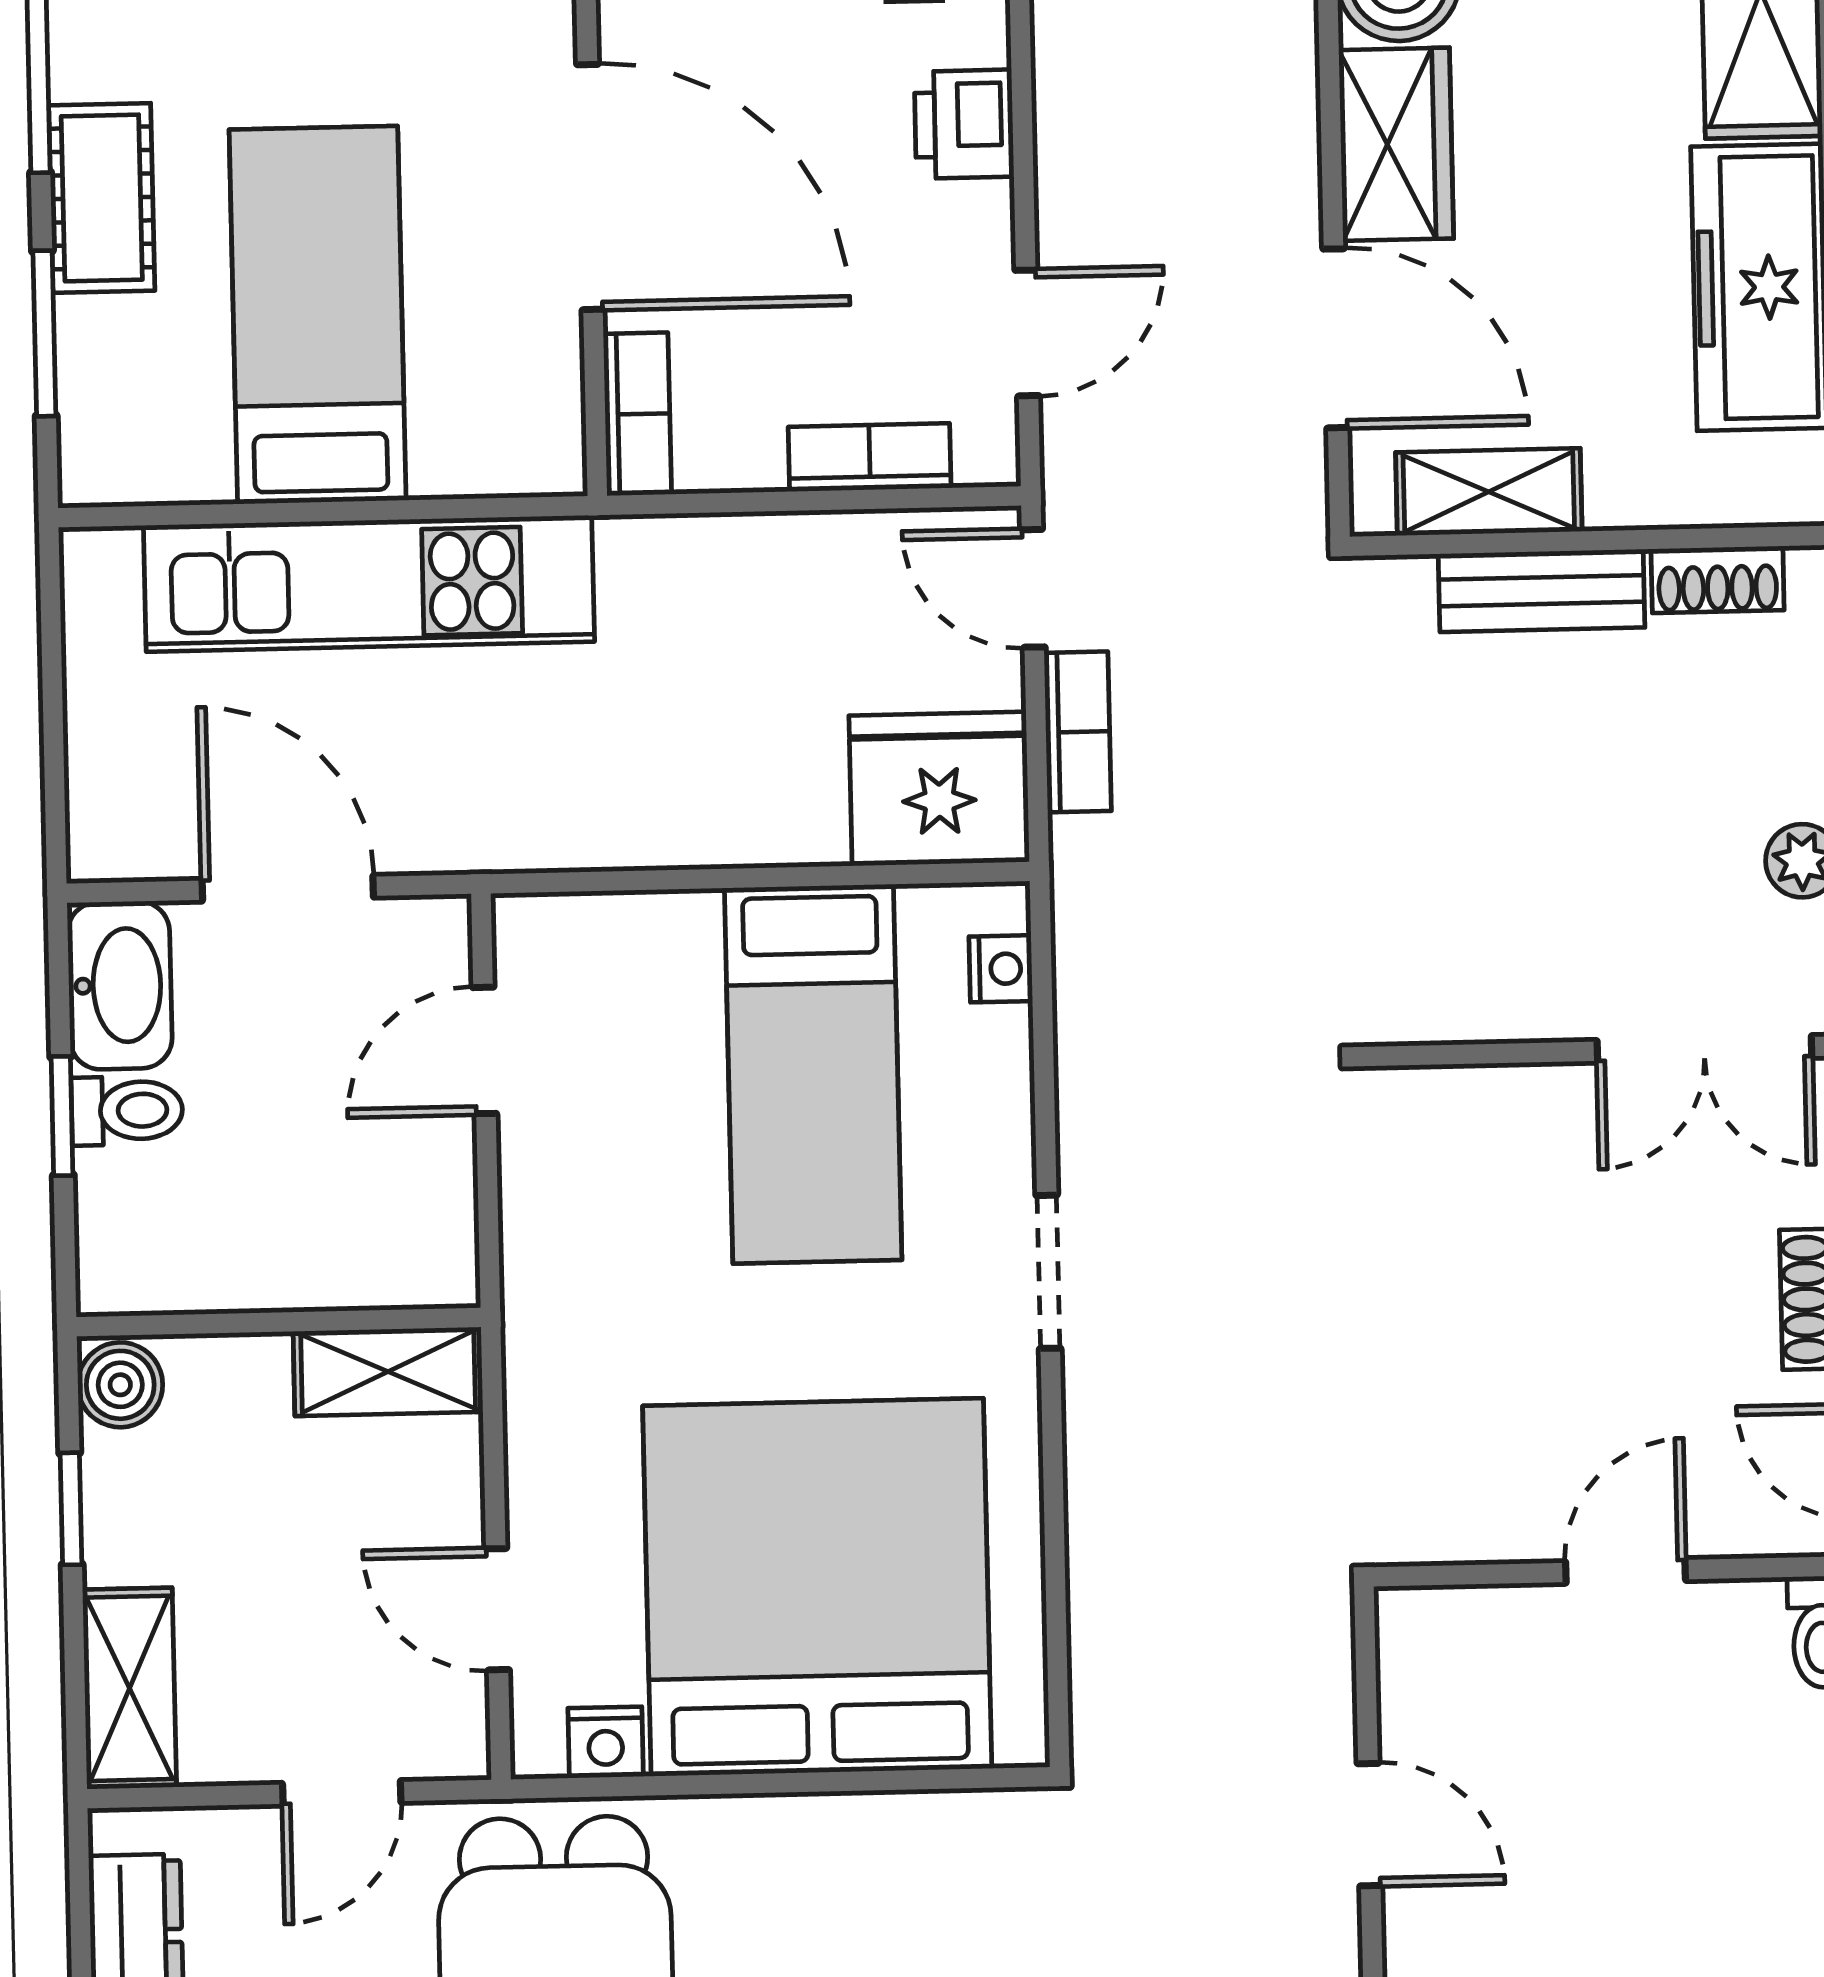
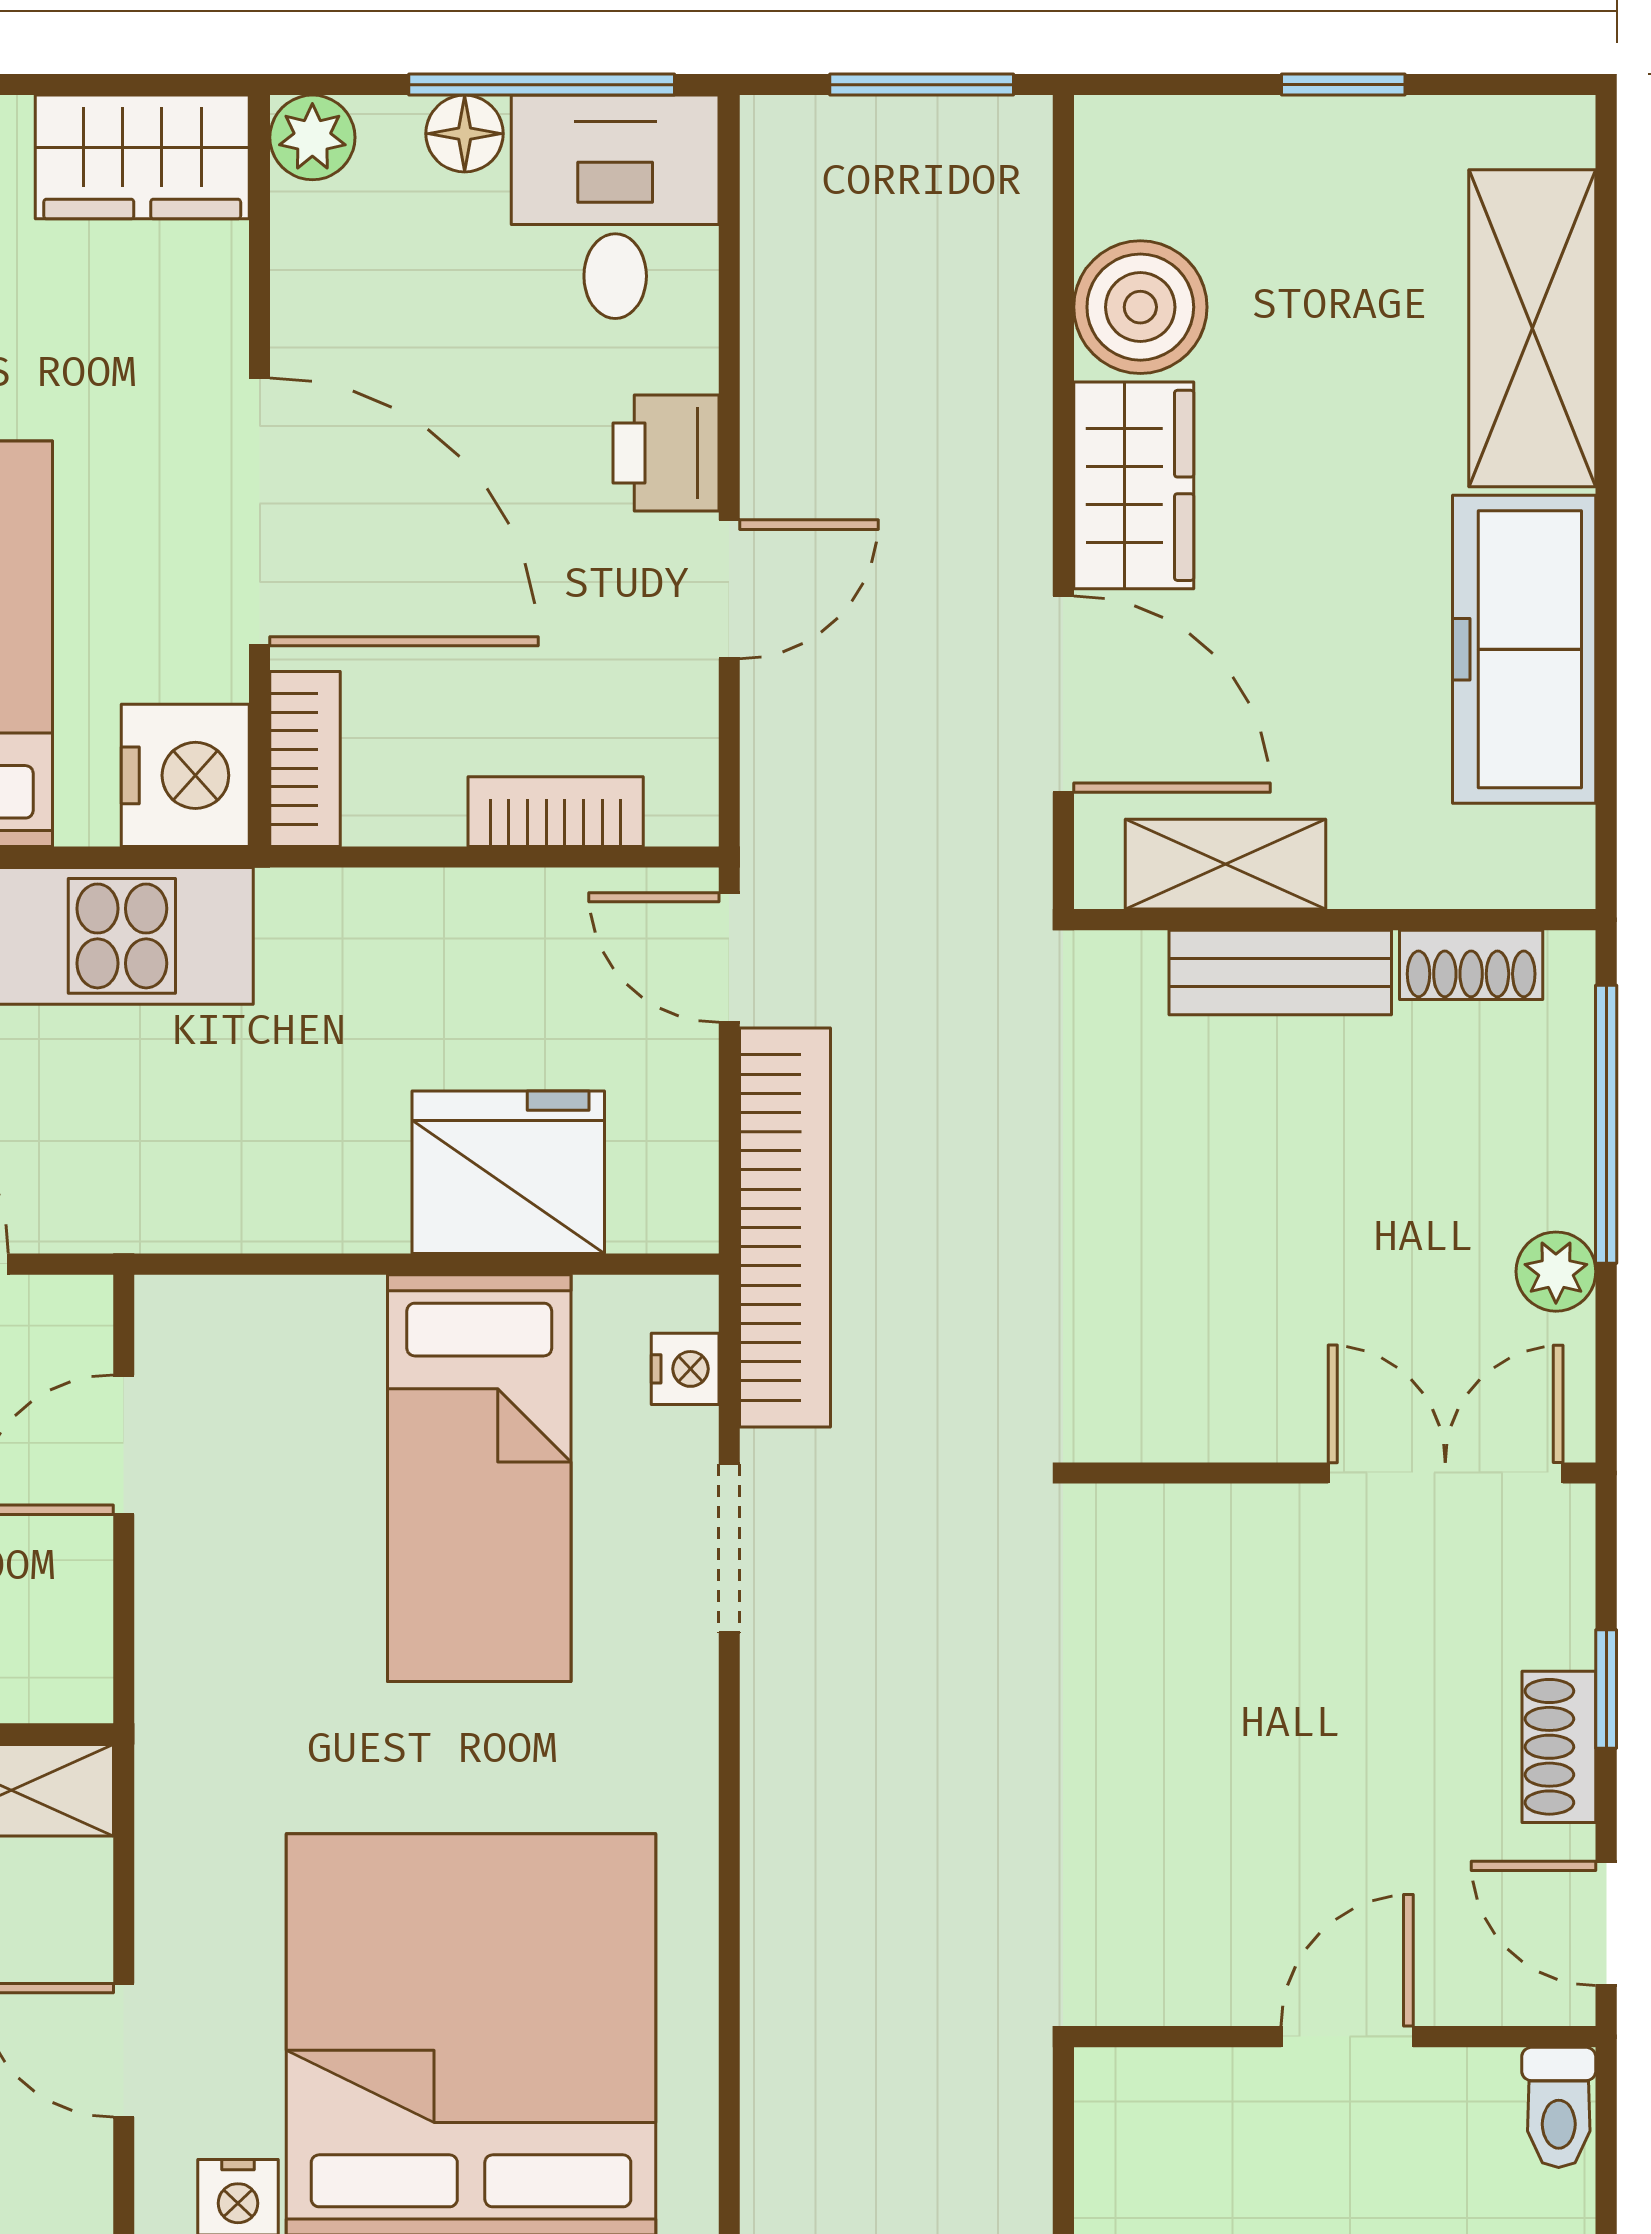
door: (1027, 333) -> (729, 589), moved
nightstand: (527, 432) -> (185, 775), added
bookcase: (1078, 732) -> (785, 1227), width x2.31, depth x1.31
fridge: (939, 789) -> (508, 1172), moved
double door: (1704, 1049) -> (1445, 1473), swing flipped
doorway: (1048, 1272) -> (729, 1548), moved

